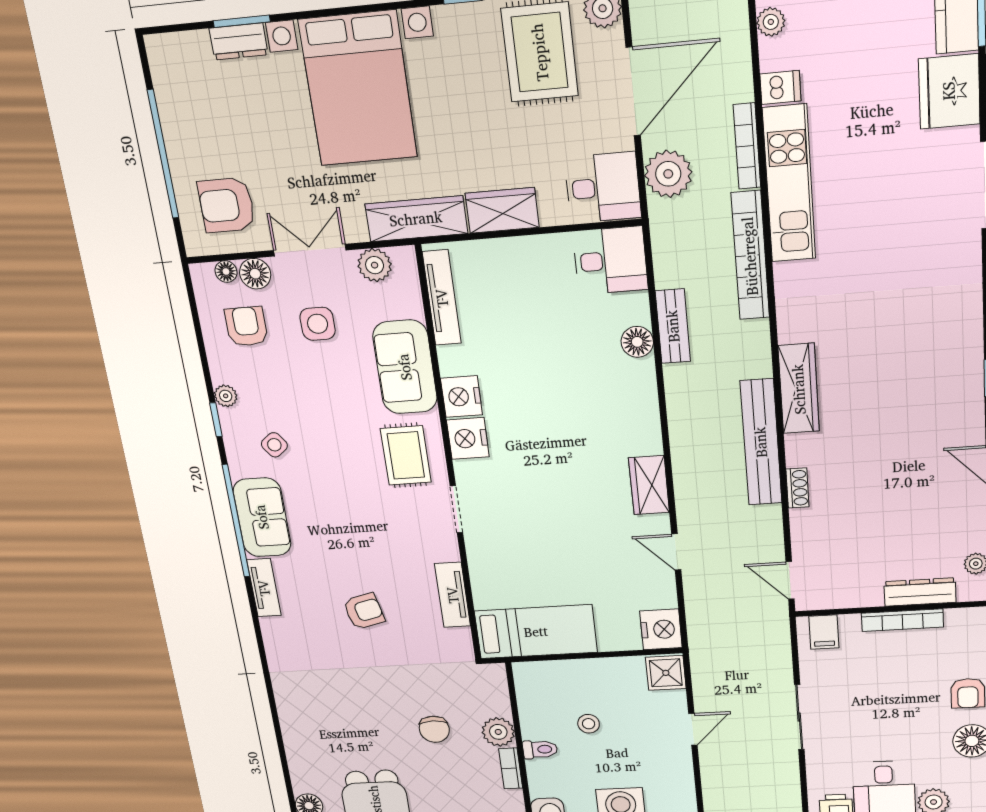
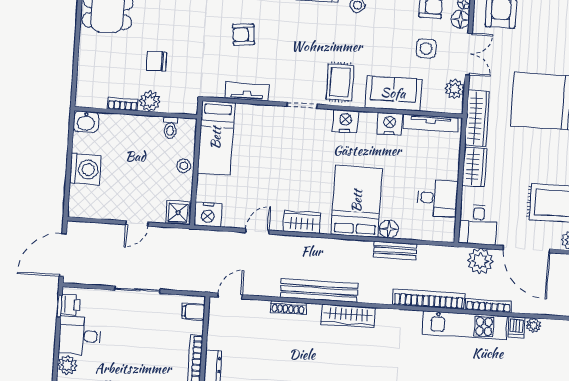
plant: (771, 22) -> (533, 325), moved
desk: (610, 261) -> (438, 198), moved, turned -90
nightstand: (462, 397) -> (390, 124), moved
bed: (599, 402) -> (357, 201), added
rug: (406, 455) -> (340, 82), turned 90
shoe rack: (797, 488) -> (288, 308), width x1.43
armchair: (364, 611) -> (243, 34), turned 97
stool: (589, 724) -> (184, 166), moved
door: (693, 729) -> (137, 223), hinge flipped
toilet: (540, 749) -> (170, 128), moved

